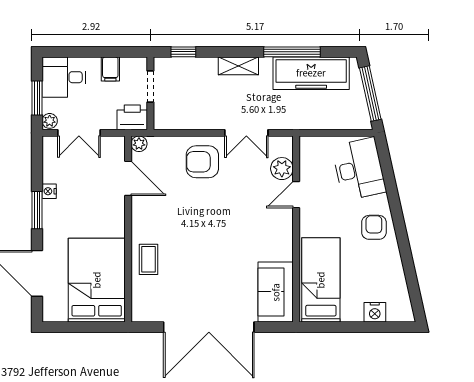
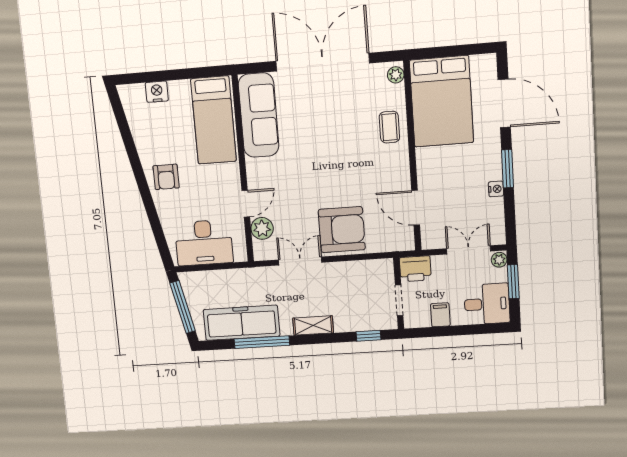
plant: (139, 144) -> (396, 75), moved
armchair: (202, 162) -> (342, 230), width x1.36, depth x1.36
desk: (359, 169) -> (204, 243), moved, turned -78
sofa: (276, 292) -> (259, 115), width x1.36

